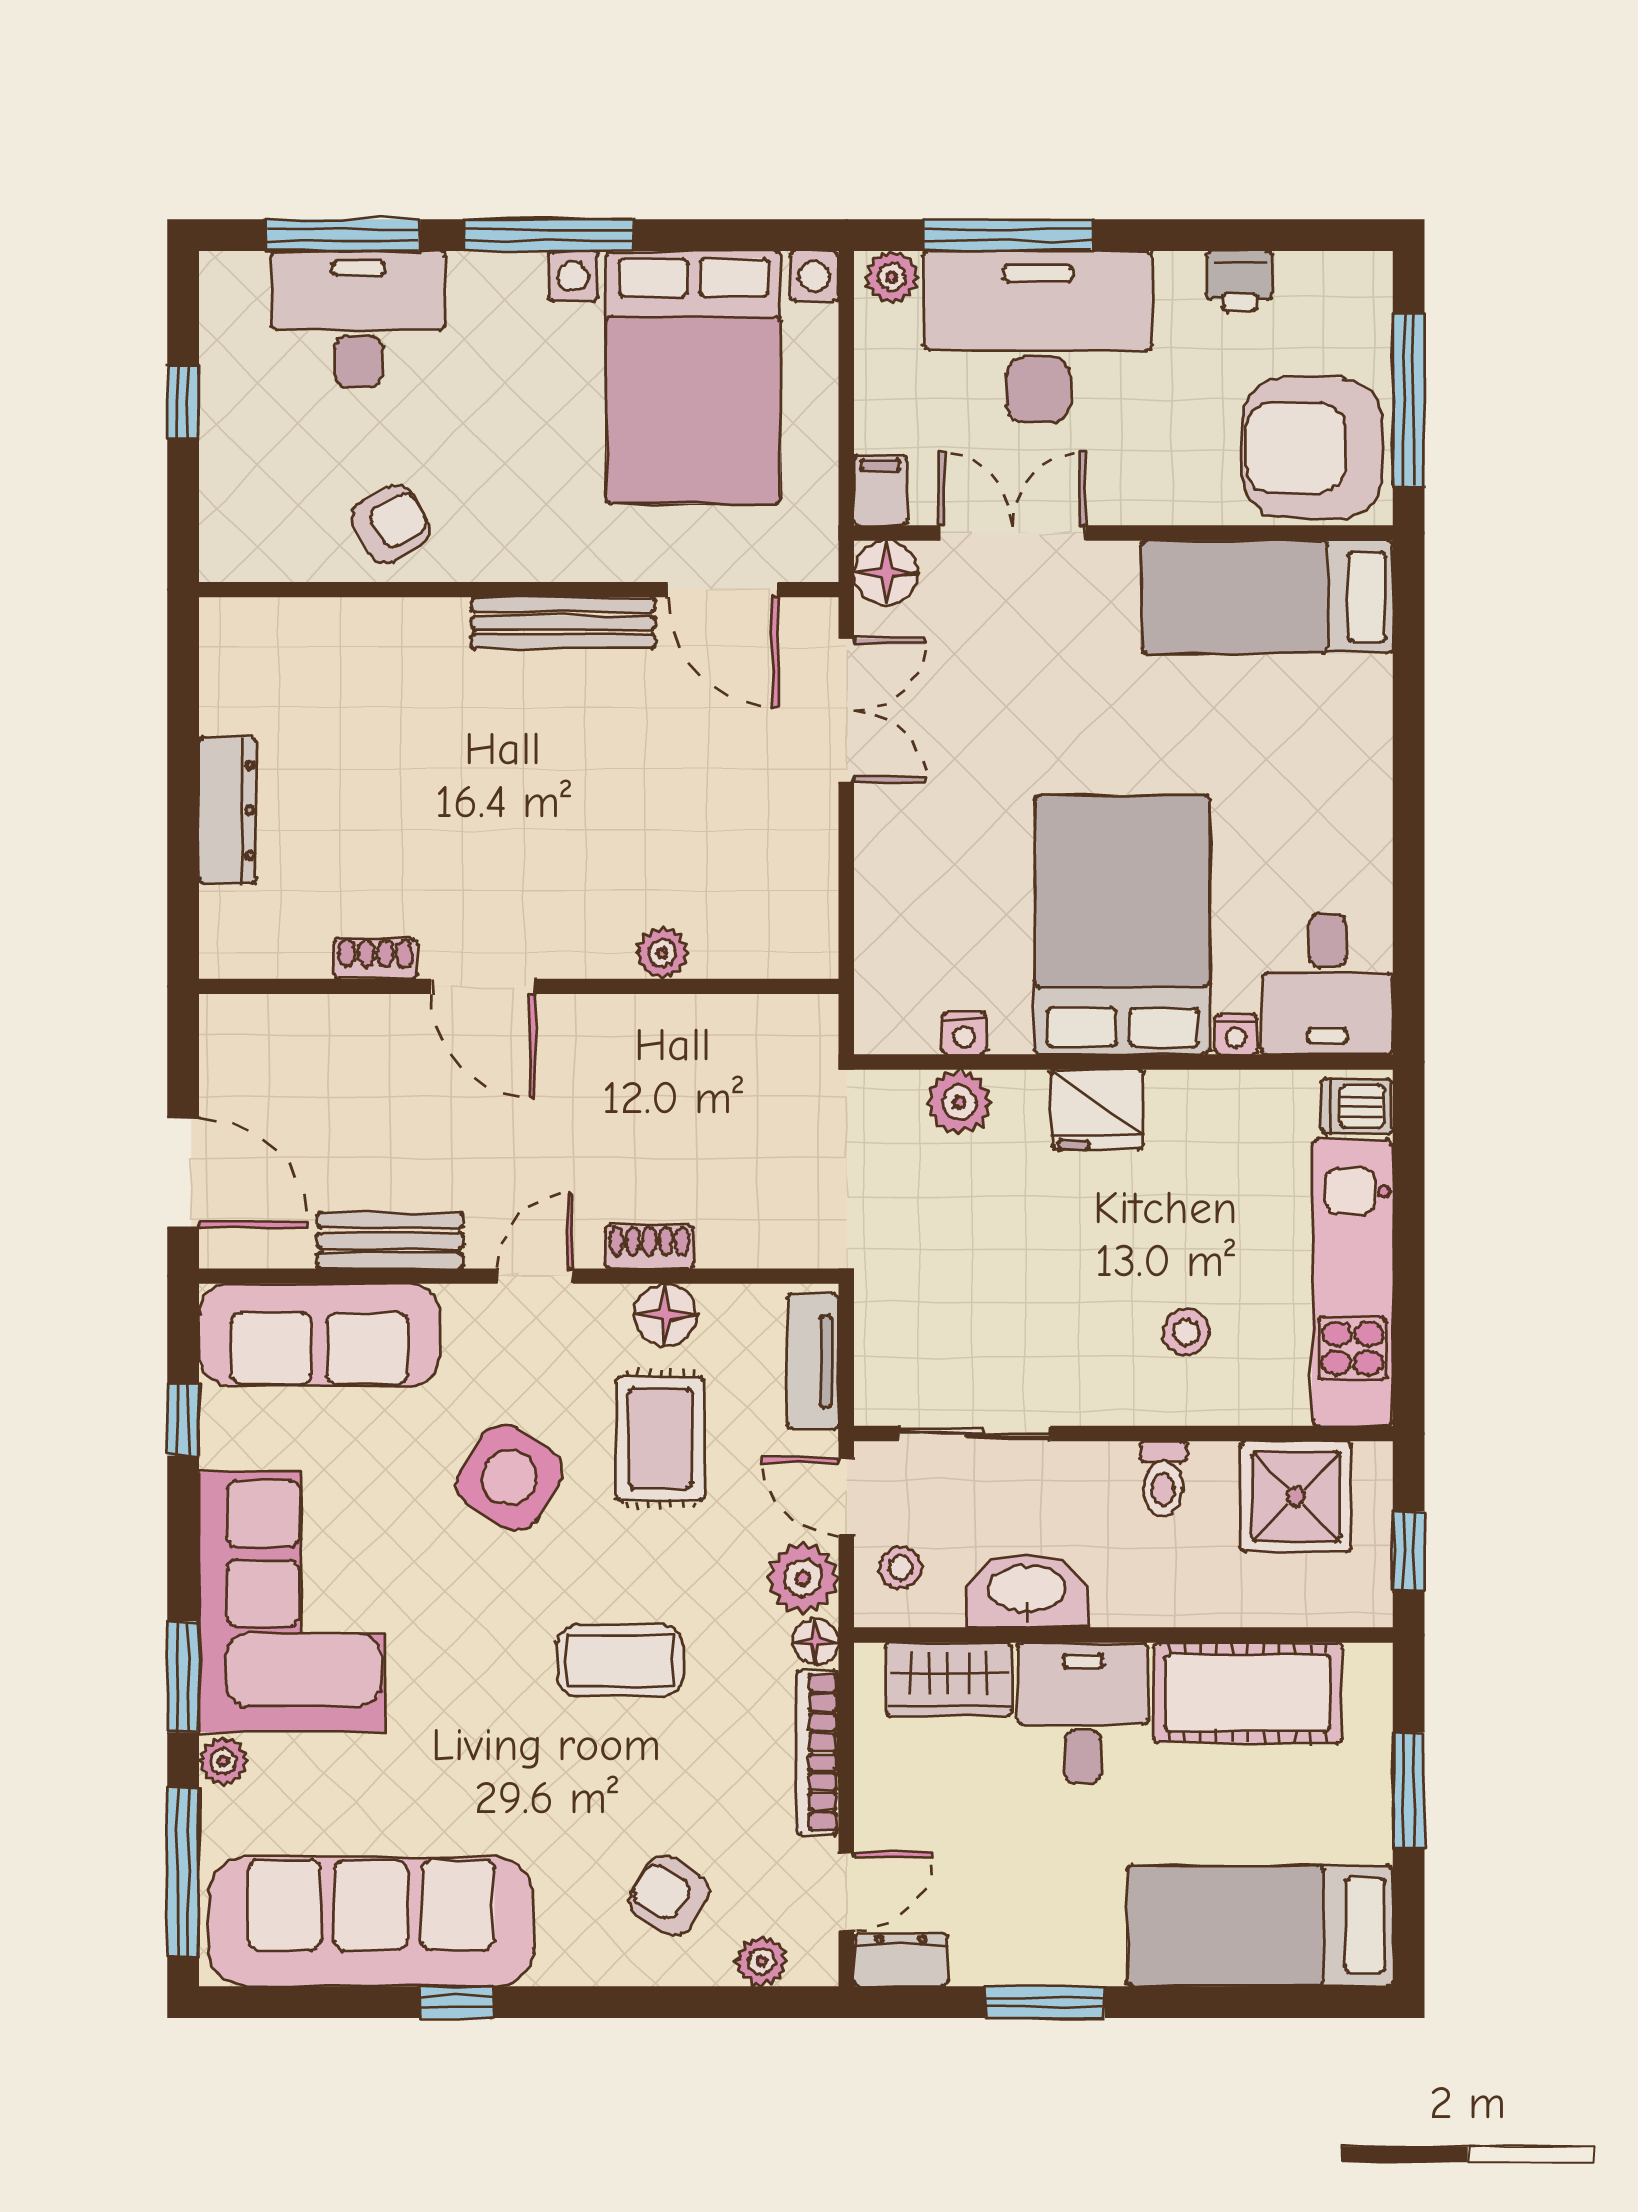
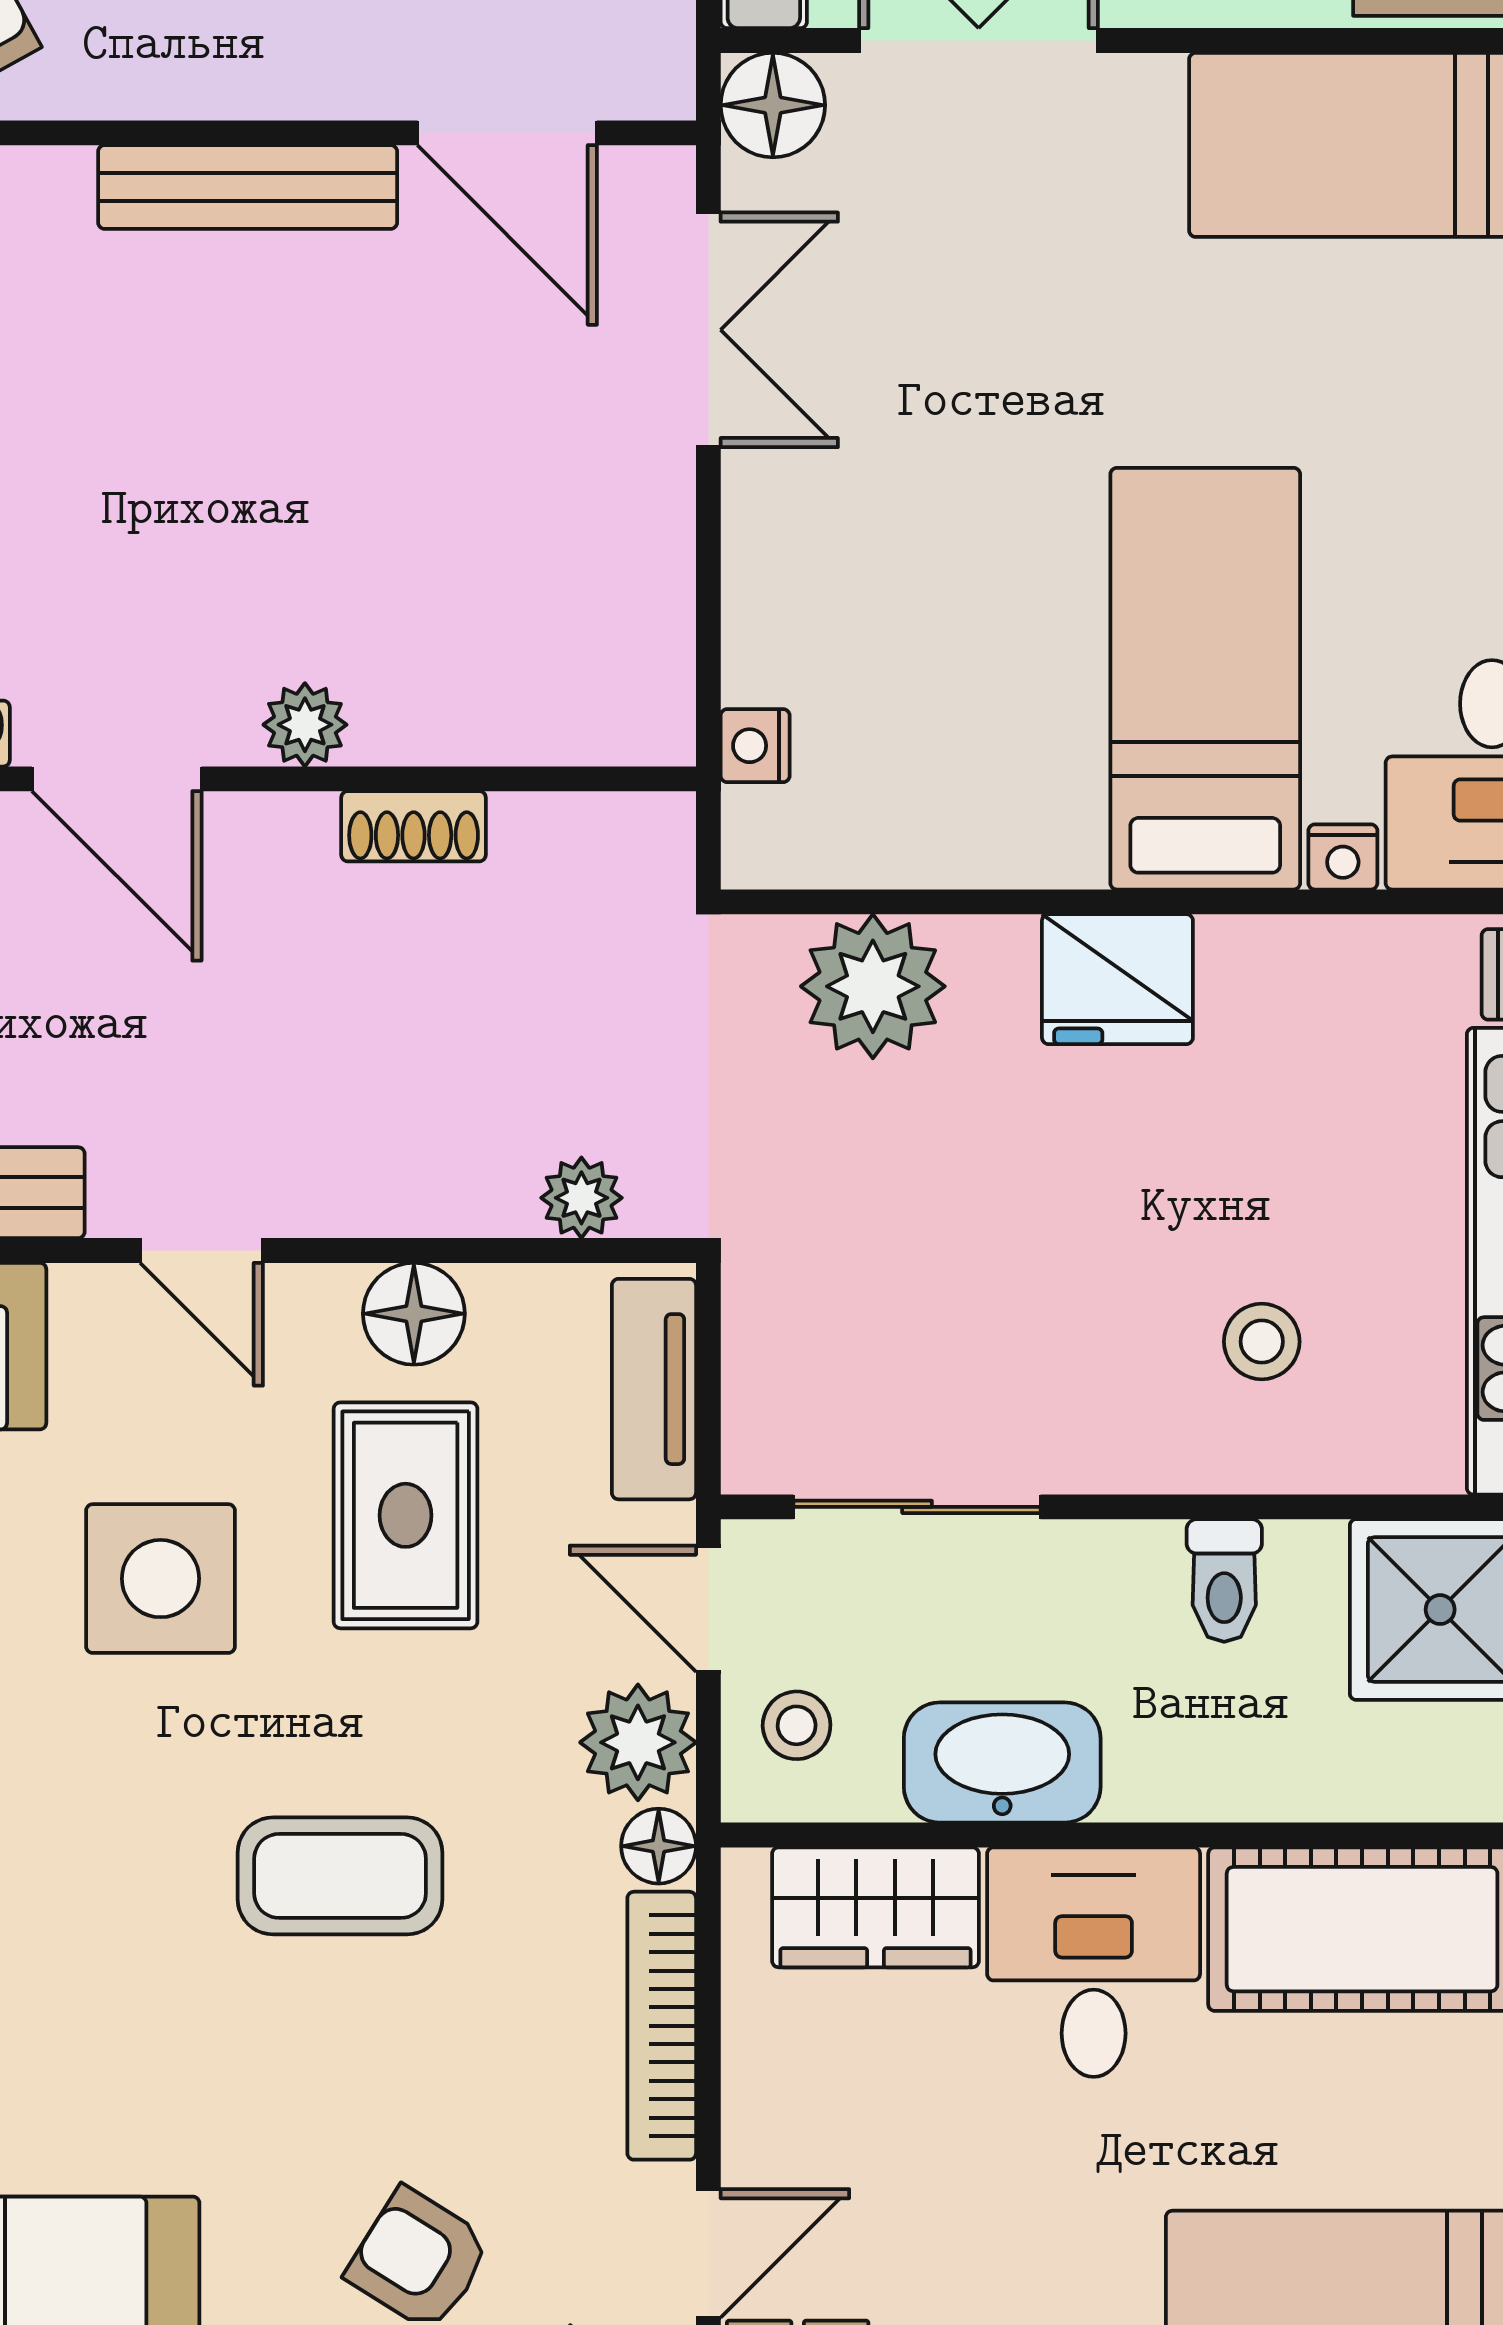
bed: (1122, 925) -> (1205, 679), width x0.67
plant: (662, 953) -> (305, 725), moved
nightstand: (964, 1033) -> (755, 746), moved, turned 90
plant: (959, 1102) -> (873, 986), width x1.36, depth x1.36
plant: (768, 1244) -> (581, 1198), added
shoe rack: (649, 1247) -> (414, 826), moved, turned 180
door: (535, 1276) -> (202, 1251), swing flipped
side table: (510, 1478) -> (161, 1579), turned -32

